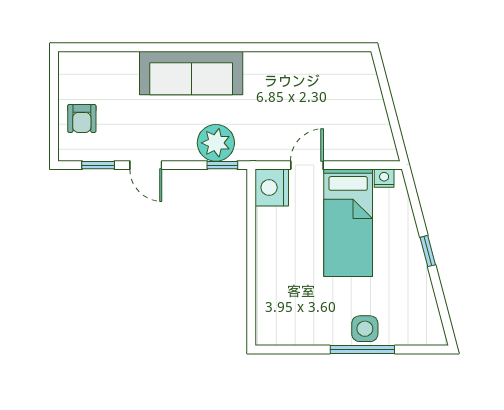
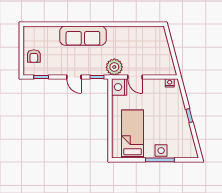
plant: (216, 143) -> (114, 67), moved
door: (146, 165) -> (74, 77), moved
door: (307, 165) -> (135, 77), swing flipped
bed: (348, 223) -> (133, 134), moved, turned 180

